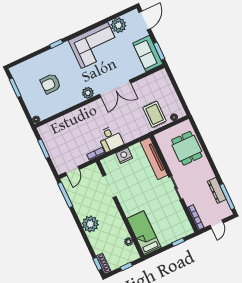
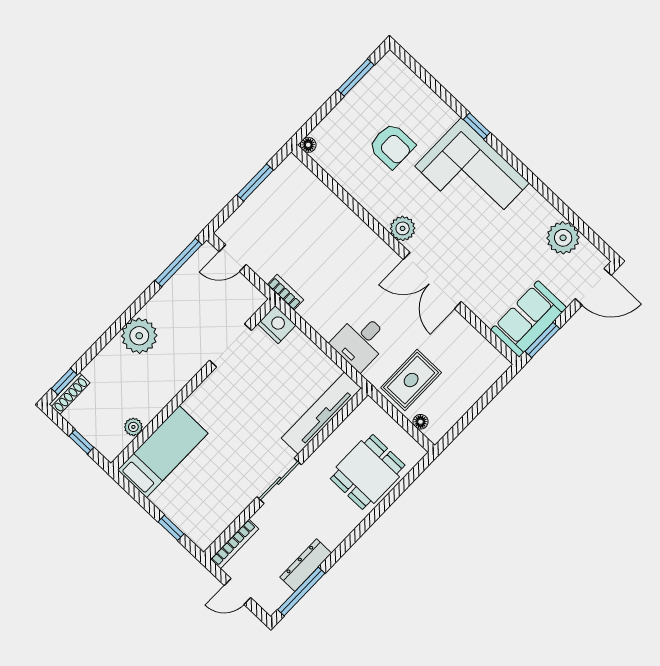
corner sofa: (95, 45) -> (472, 175), moved
armchair: (50, 84) -> (392, 146), turned 180
desk: (110, 139) -> (360, 341), moved
nightstand: (124, 156) -> (277, 325), moved

